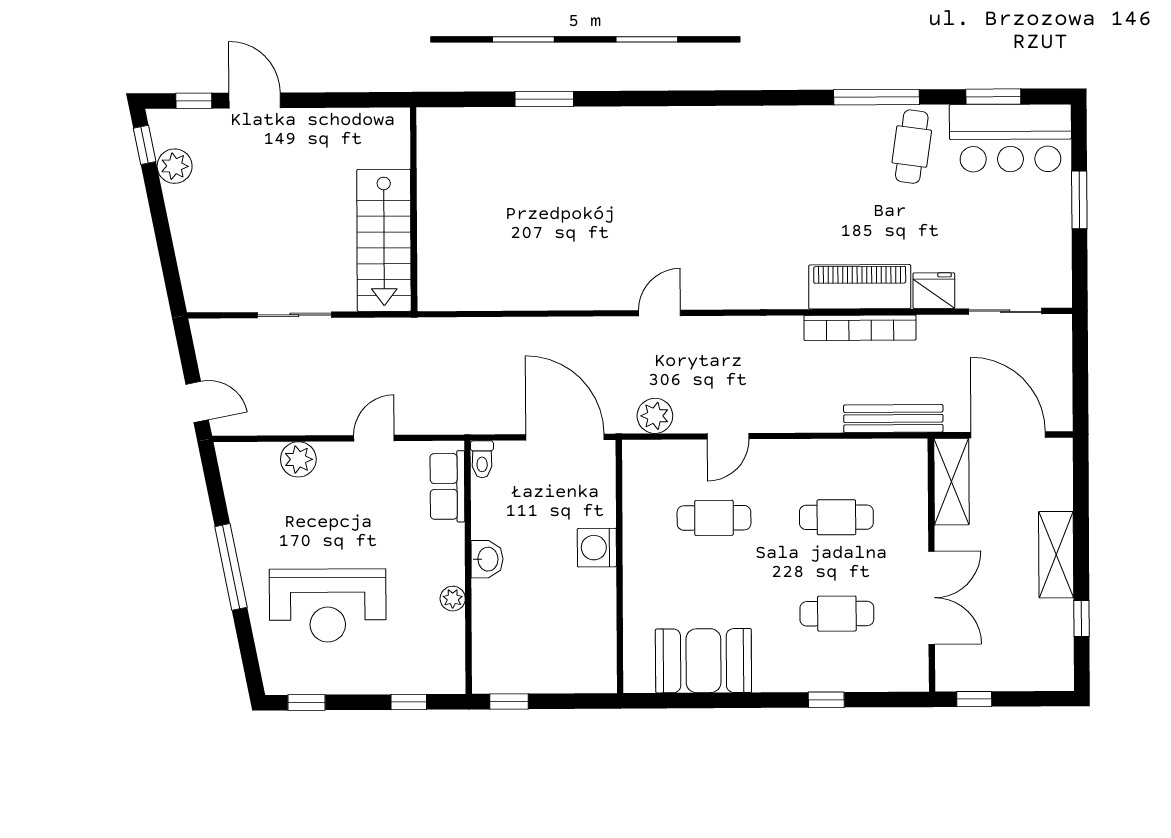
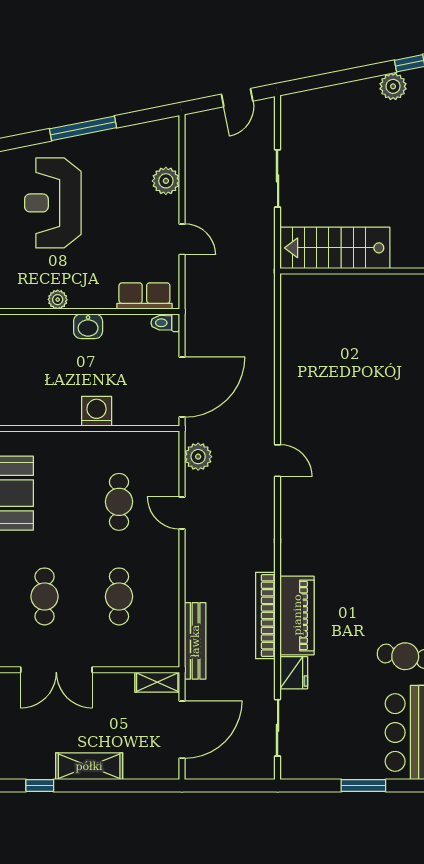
door: (197, 402) -> (237, 98), moved
shelving: (951, 482) -> (157, 682), width x0.67, depth x0.75

